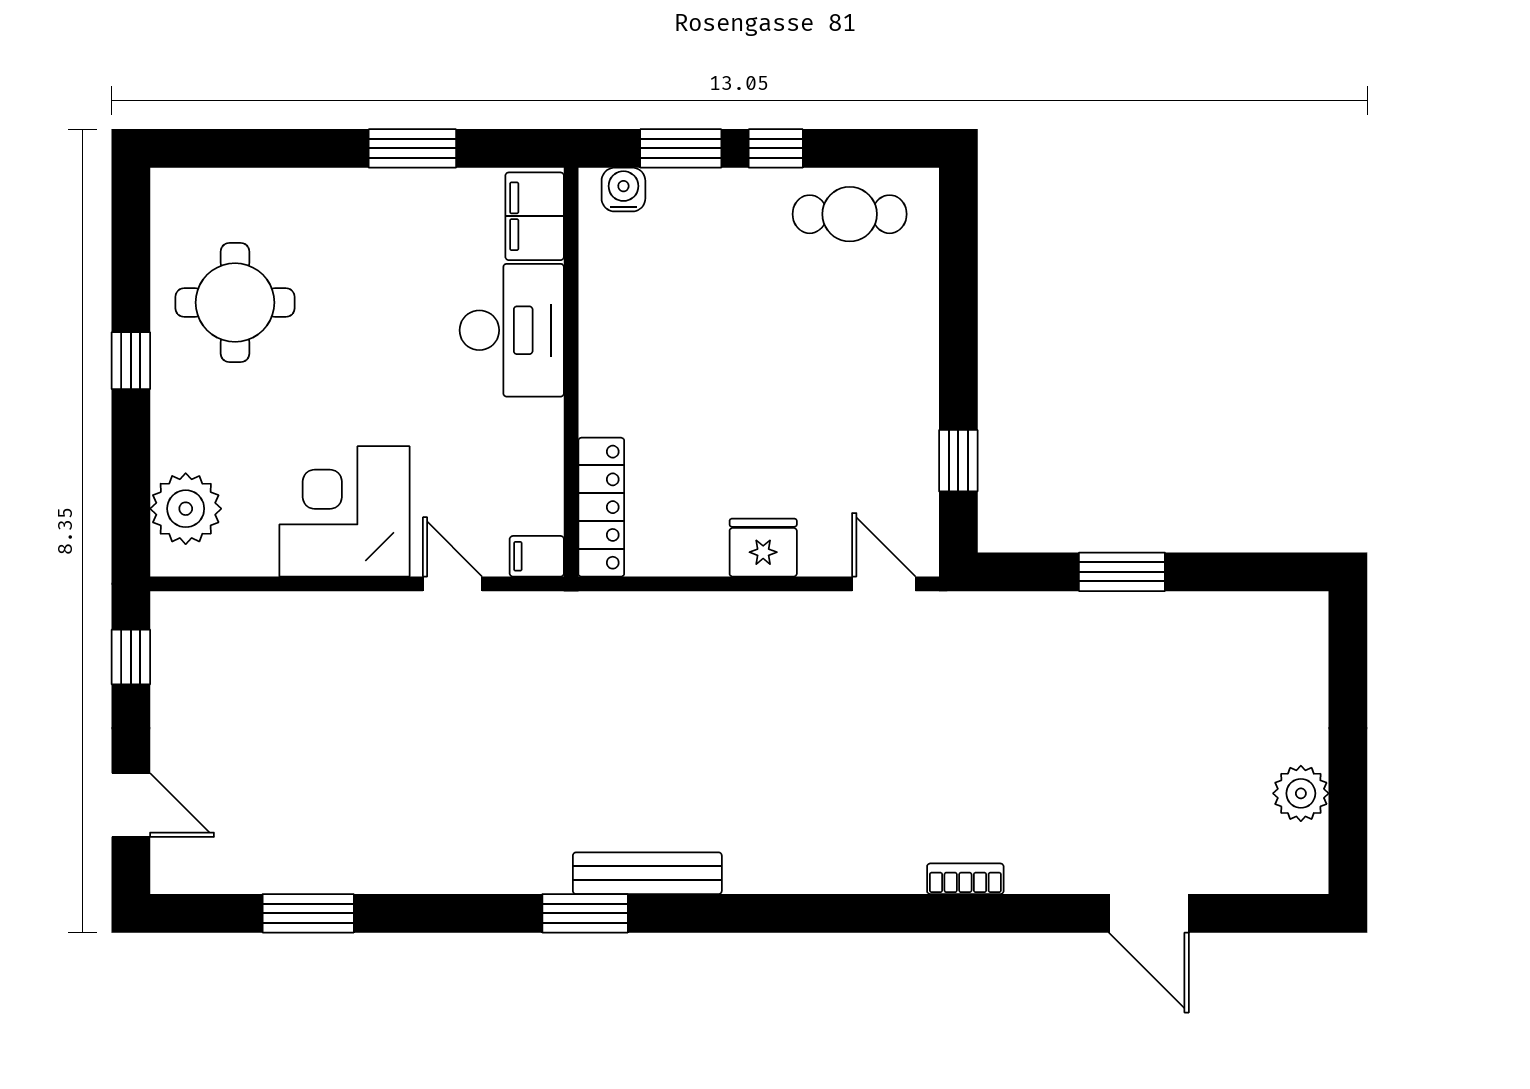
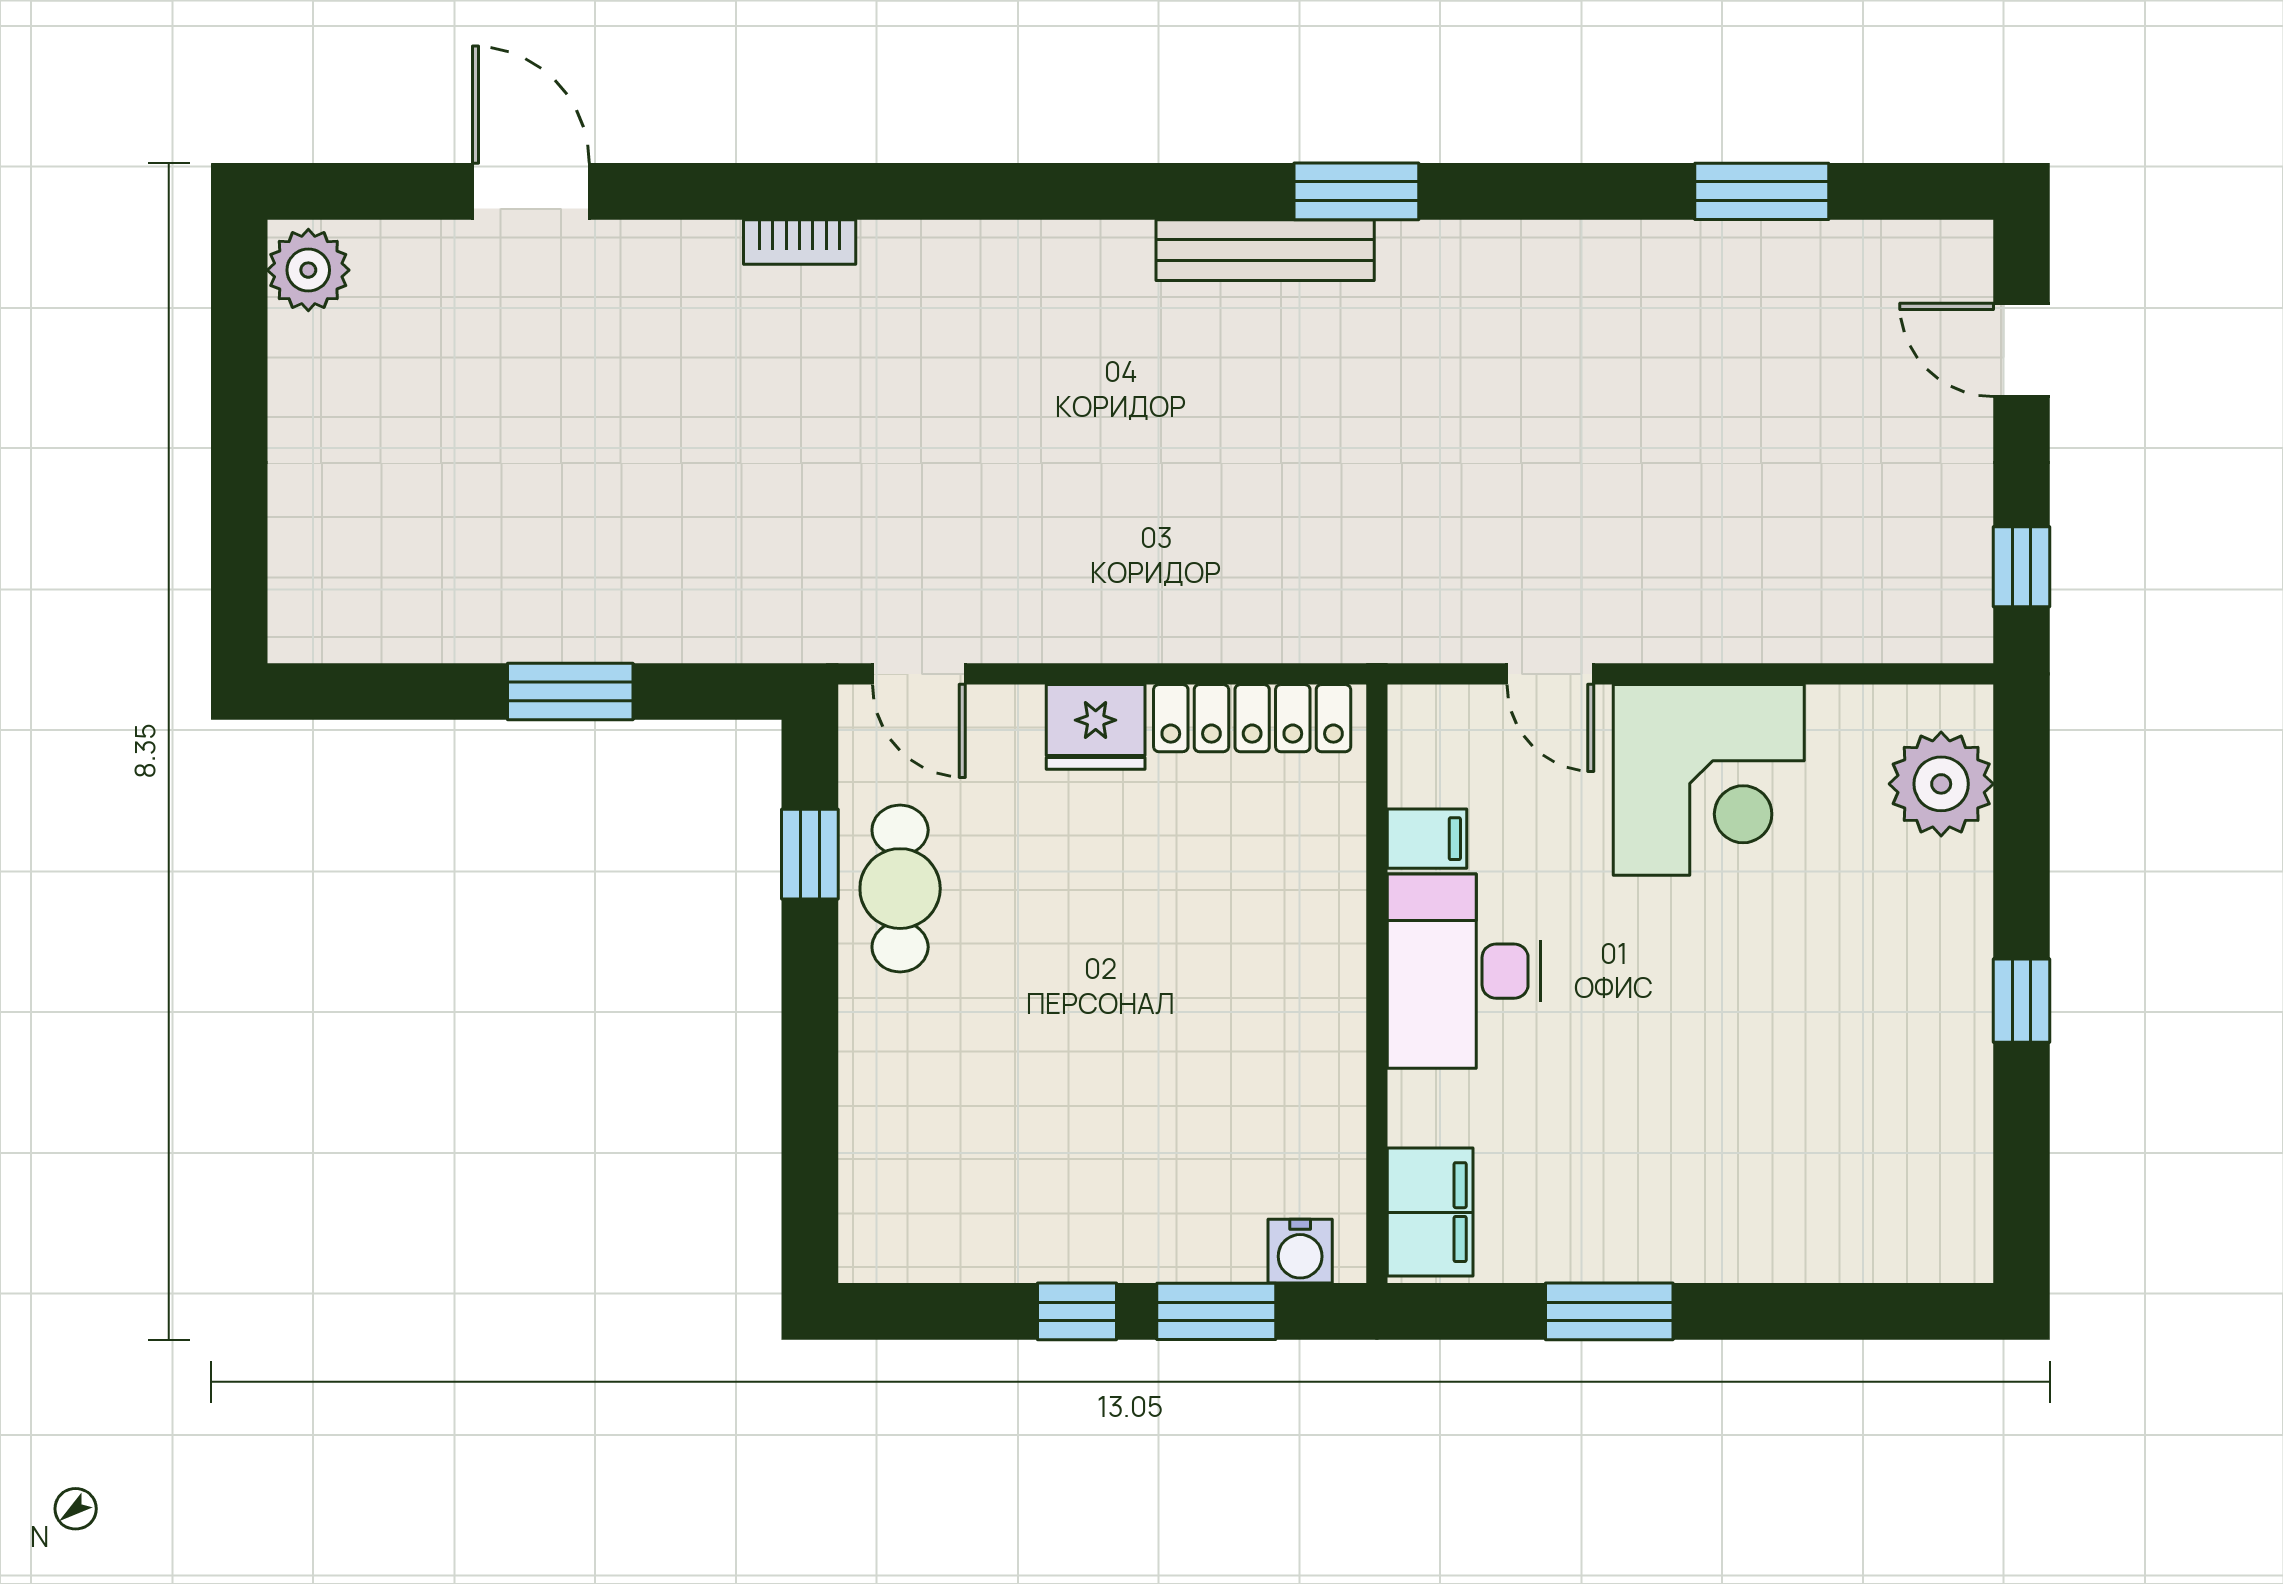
cafe table: (850, 214) -> (900, 889), moved, turned 90
round table: (235, 303) -> (1869, 1086), removed
desk: (512, 330) -> (1464, 971), moved
locker: (601, 507) -> (1252, 718), moved, turned -90
filing cabinet: (537, 556) -> (1427, 839), moved
plant: (1301, 793) -> (308, 270), moved

